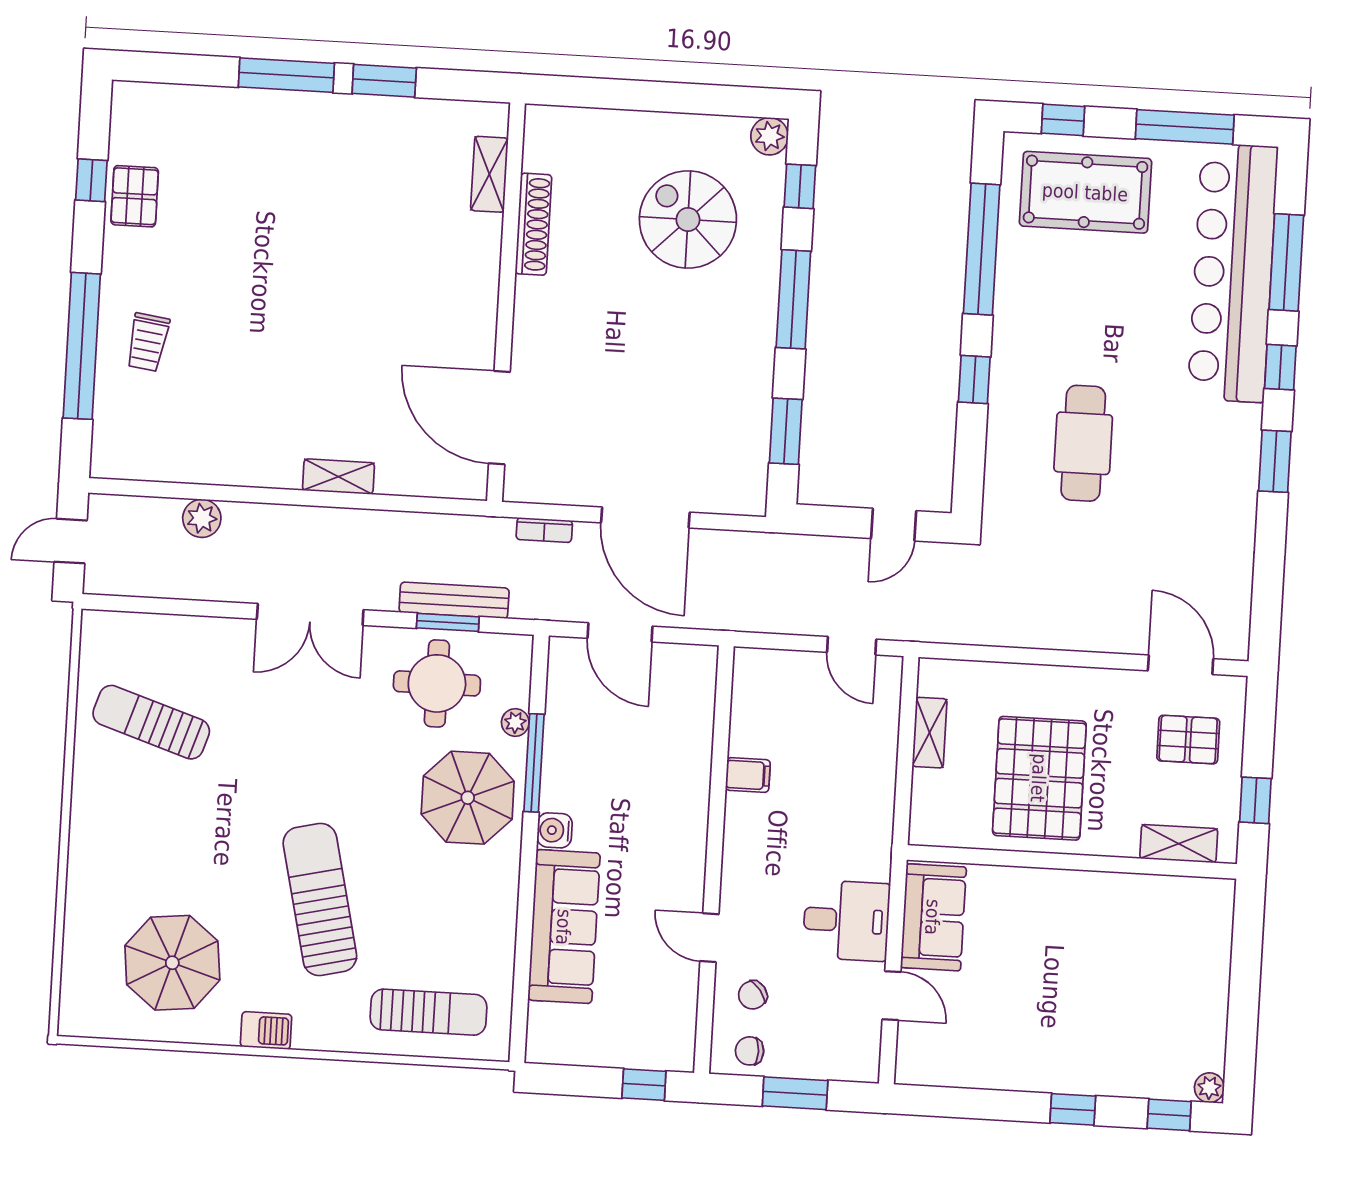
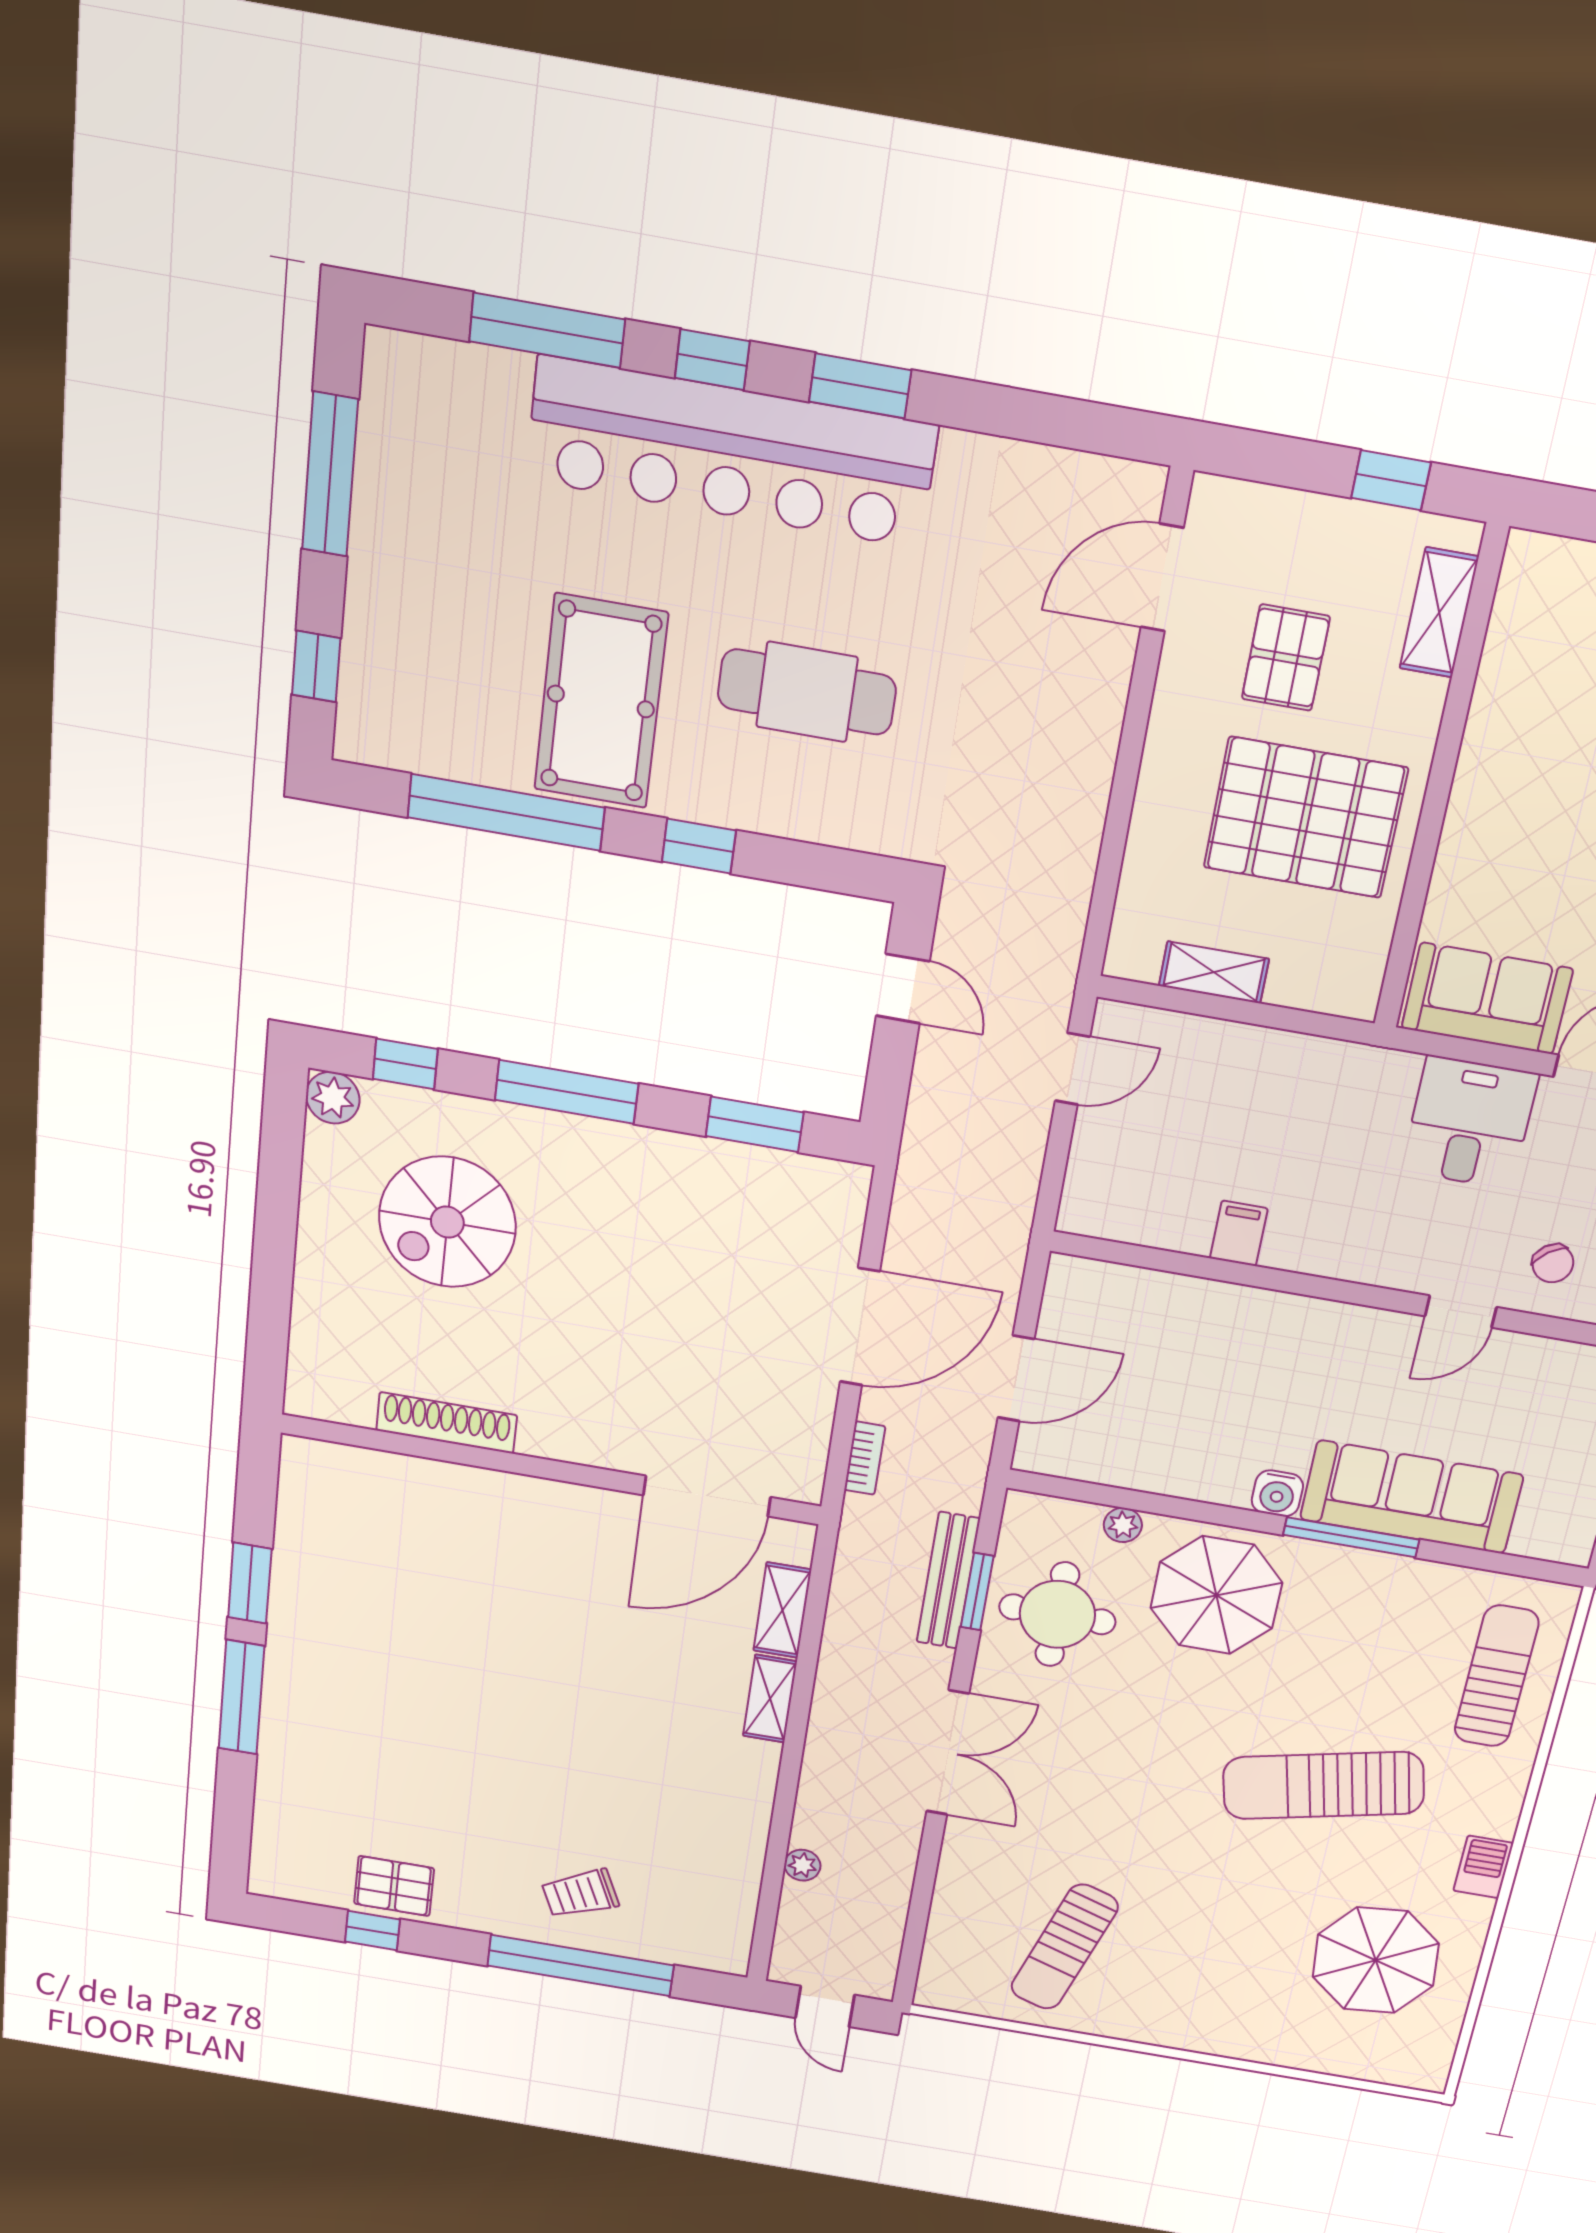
shelving: (489, 174) -> (782, 1610), moved, turned 90
pool table: (1085, 192) -> (601, 701), moved
bar counter: (1233, 273) -> (731, 452), moved
trolley: (148, 342) -> (580, 1894), turned 148
plant: (202, 518) -> (802, 1865), width x0.73, depth x0.73
pallet: (1188, 740) -> (1286, 658), moved
window: (534, 763) -> (1351, 1537), moved

